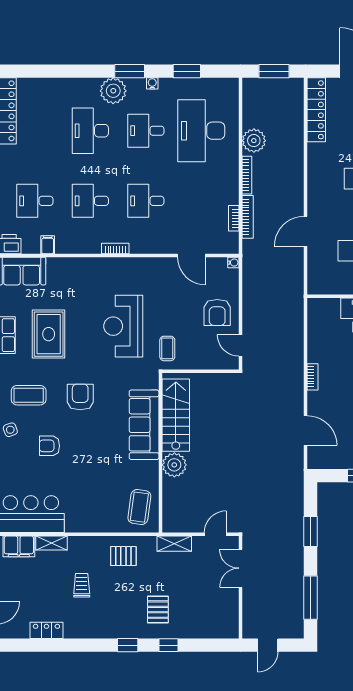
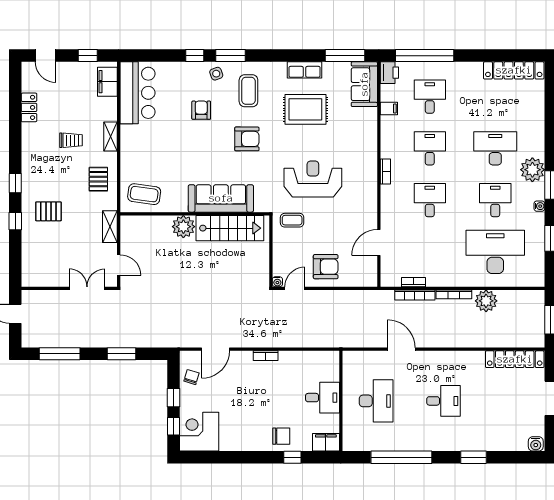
water cooler: (233, 263) -> (277, 282), moved
armchair: (217, 312) -> (326, 267), turned 180
chair: (335, 456) -> (191, 377), added
shelving: (52, 543) -> (111, 136), moved

